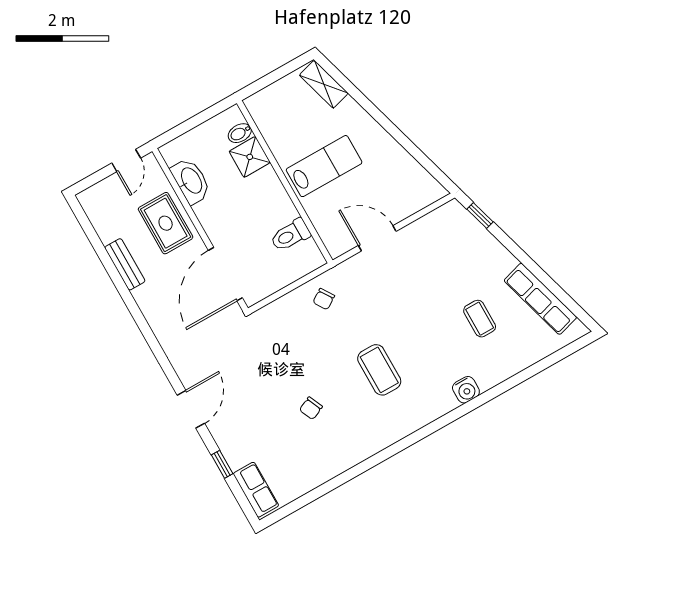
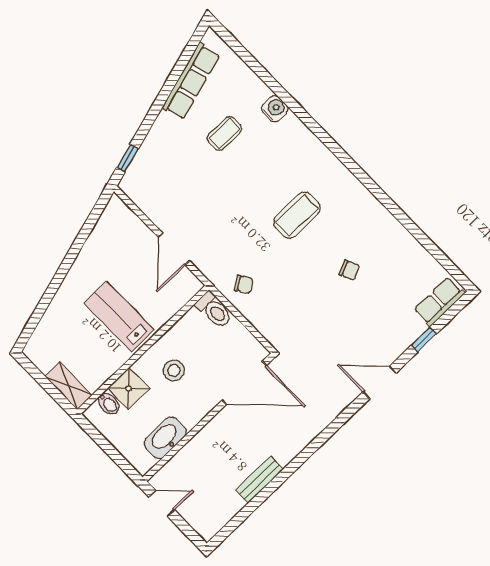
shelving: (324, 84) -> (68, 386), moved, turned -74
stool: (256, 207) -> (174, 370), added
rug: (166, 223) -> (211, 451), removed
toilet: (290, 235) -> (214, 310), moved
water cooler: (466, 390) -> (275, 109), moved

